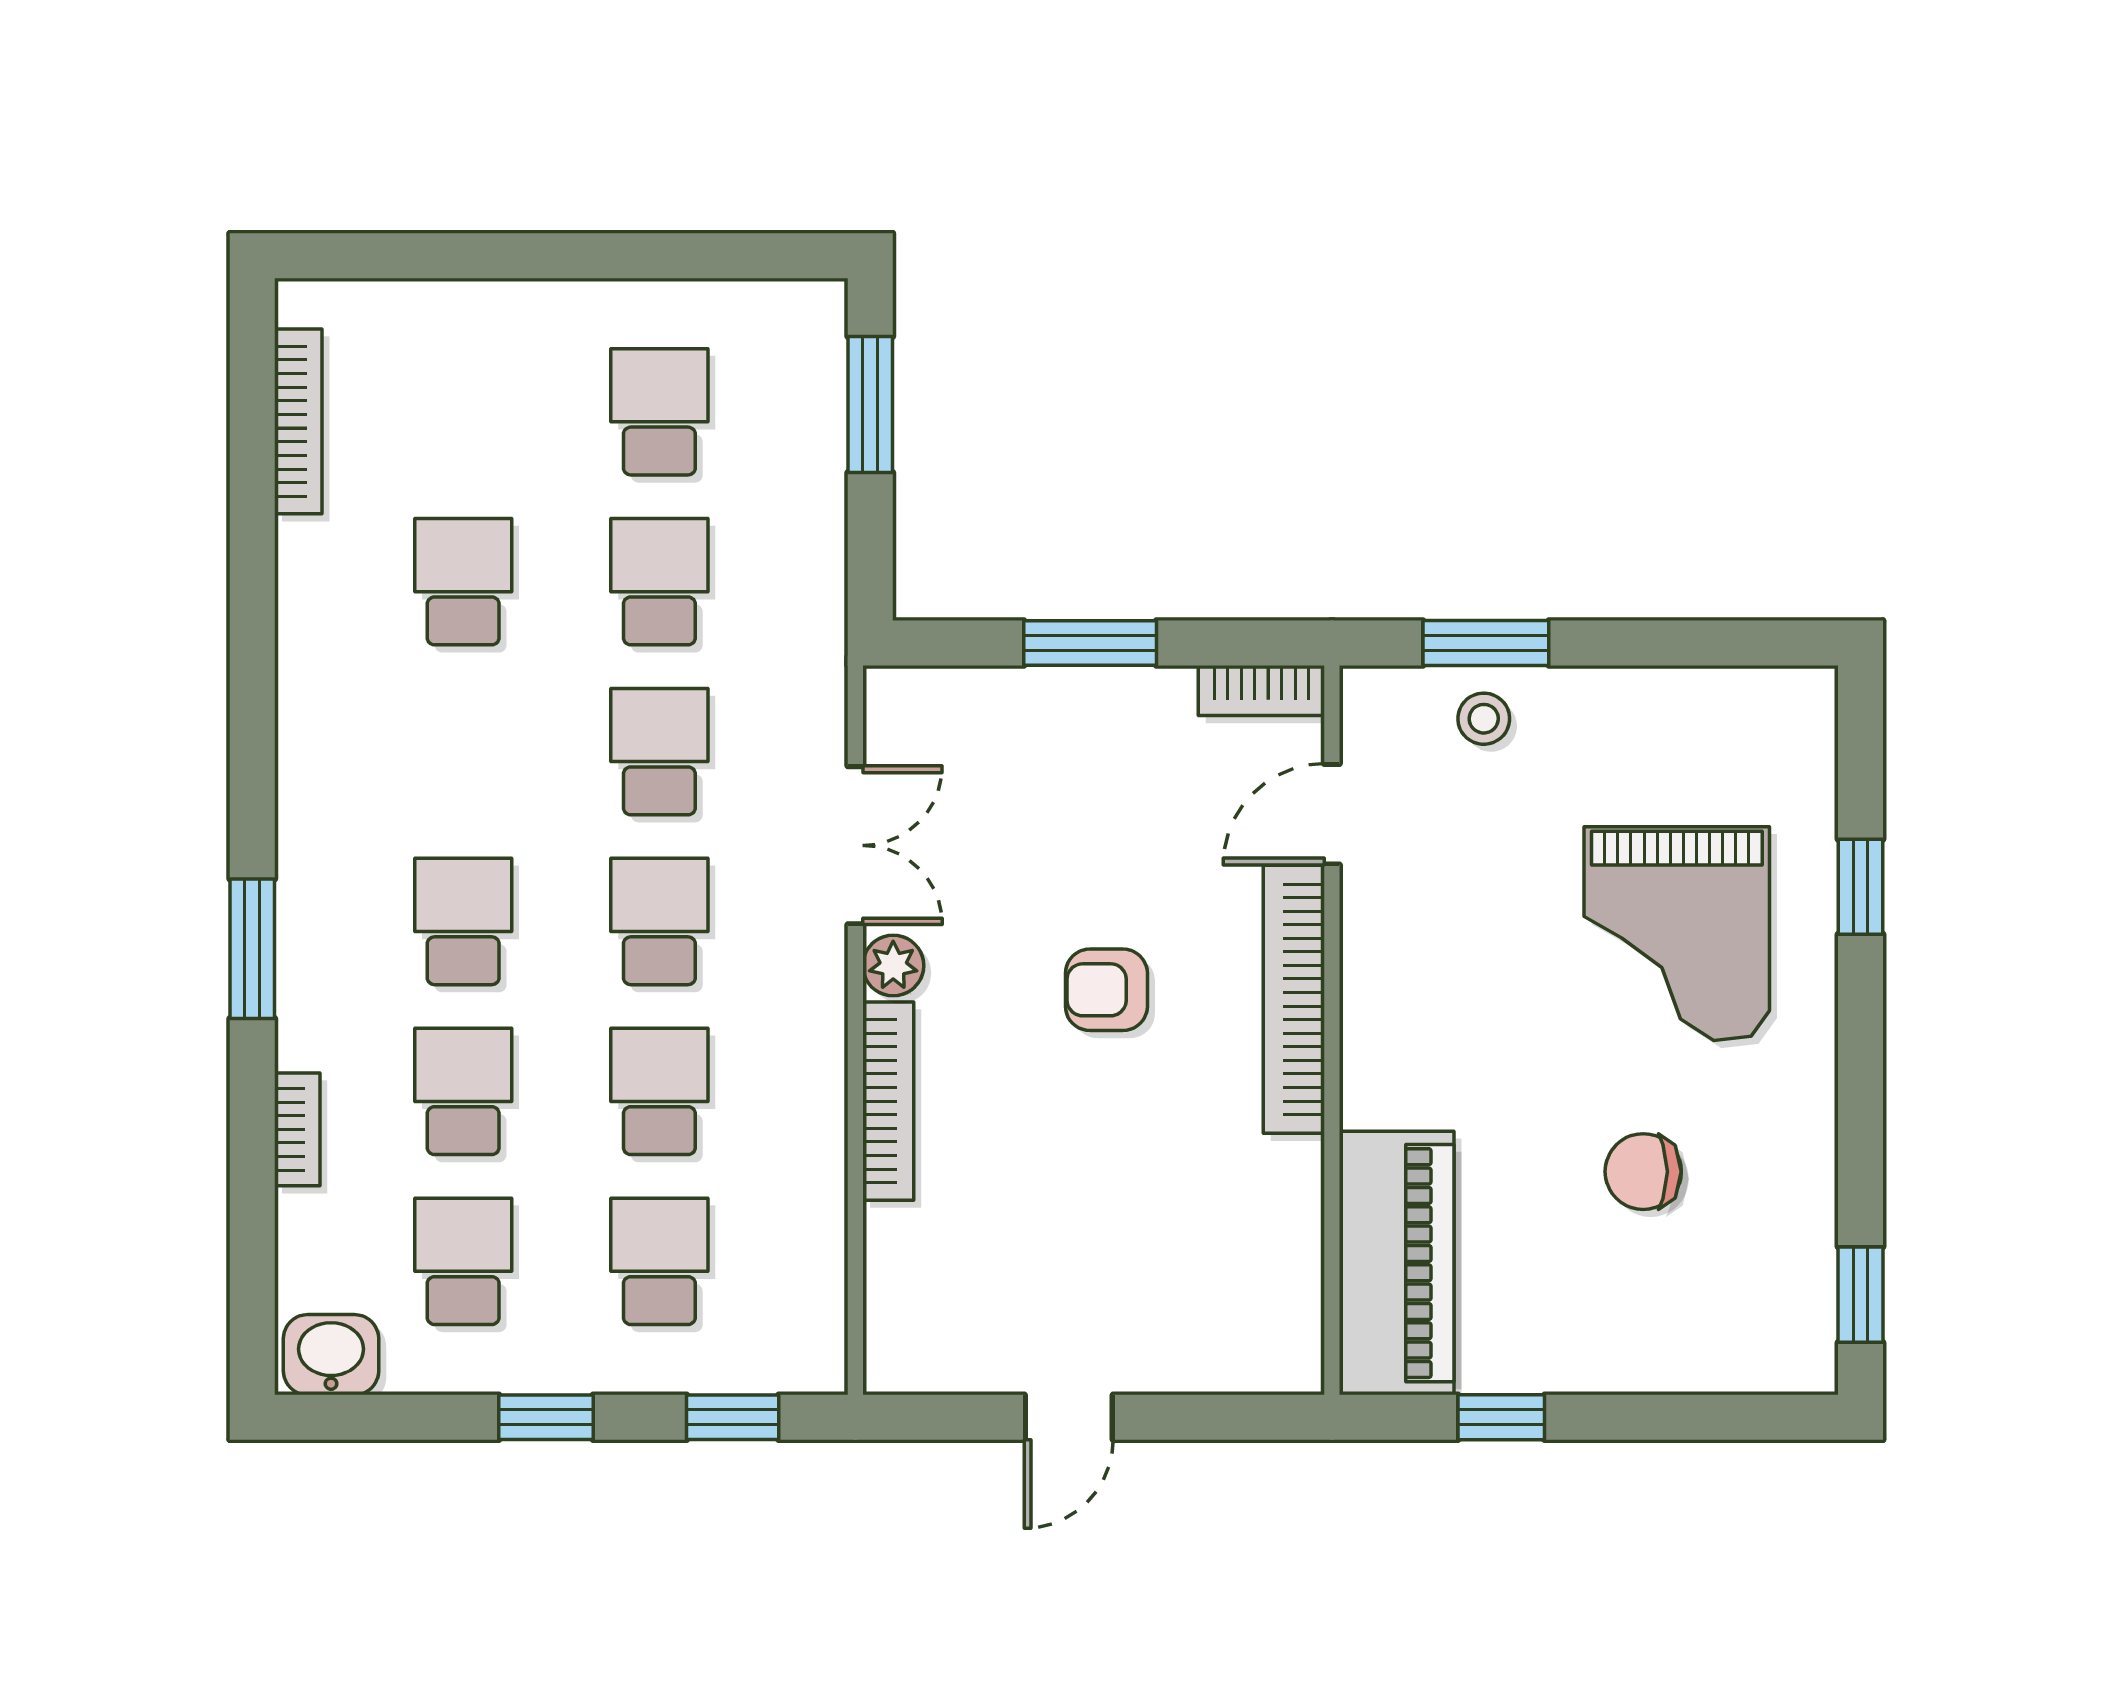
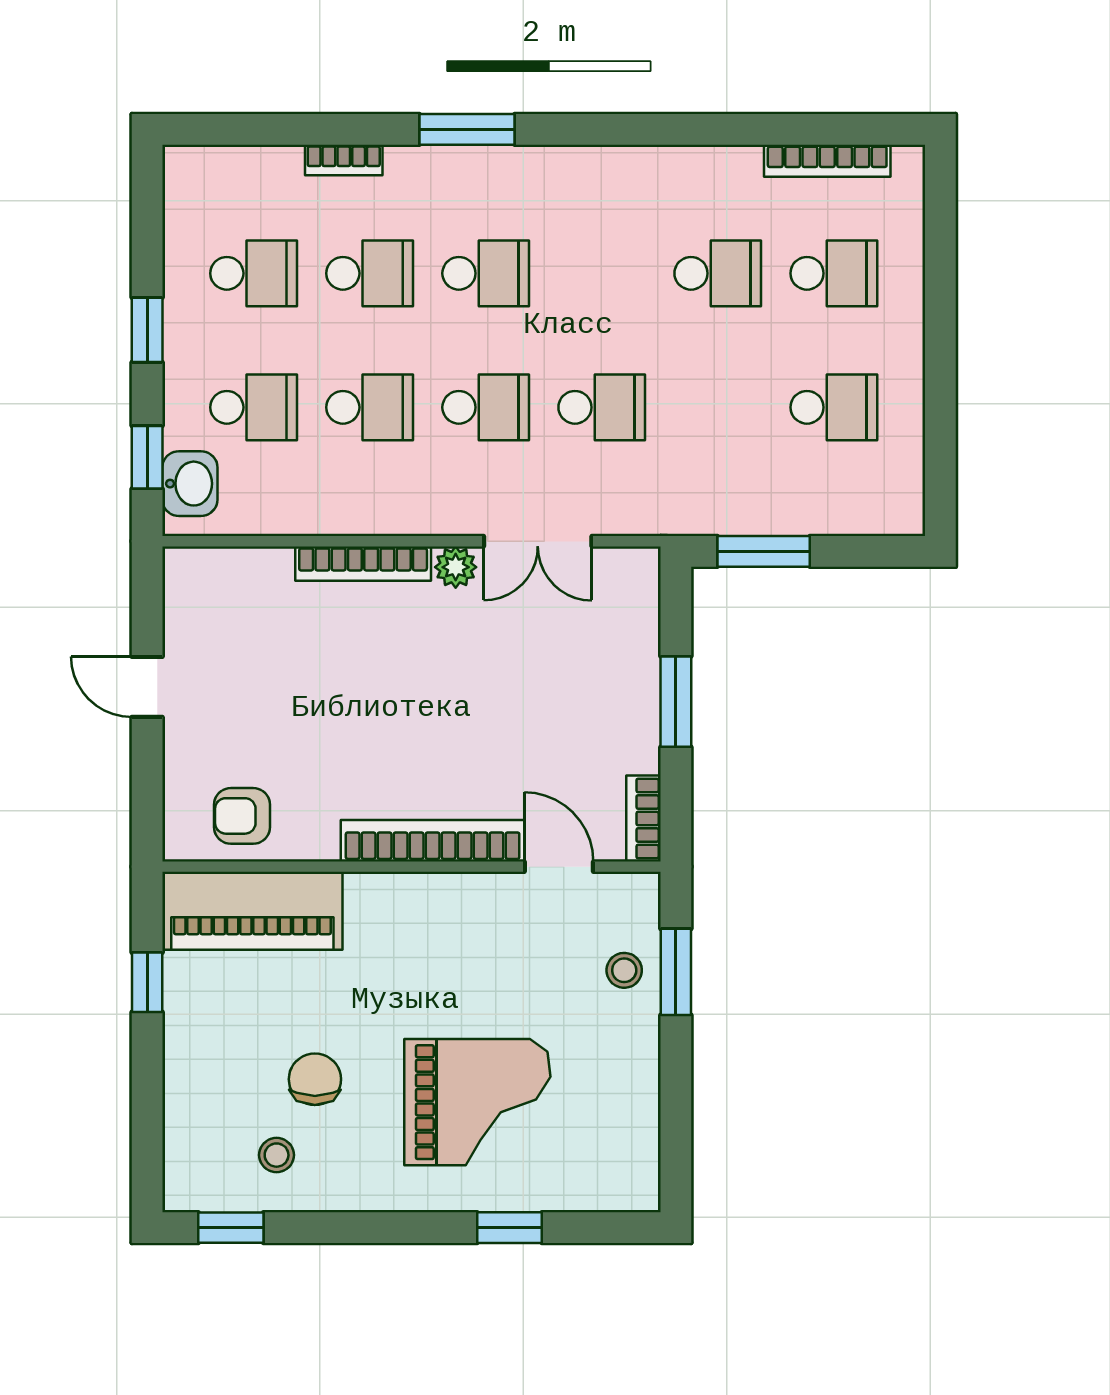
window: (870, 405) -> (764, 551), moved
school desk: (659, 582) -> (834, 273), moved
grand piano: (1677, 934) -> (477, 1102), turned 180
armchair: (1106, 990) -> (242, 816), moved, turned -90
stool: (1754, 1228) -> (277, 1155), added
washbasin: (331, 1355) -> (190, 484), moved

